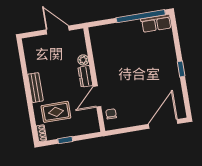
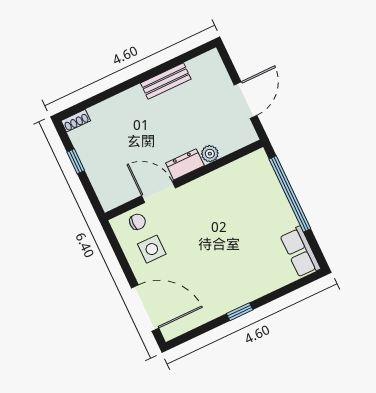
window: (141, 16) -> (290, 194), moved
bench: (35, 88) -> (166, 81), moved
side table: (130, 110) -> (152, 249), added
rug: (56, 112) -> (116, 134), removed

